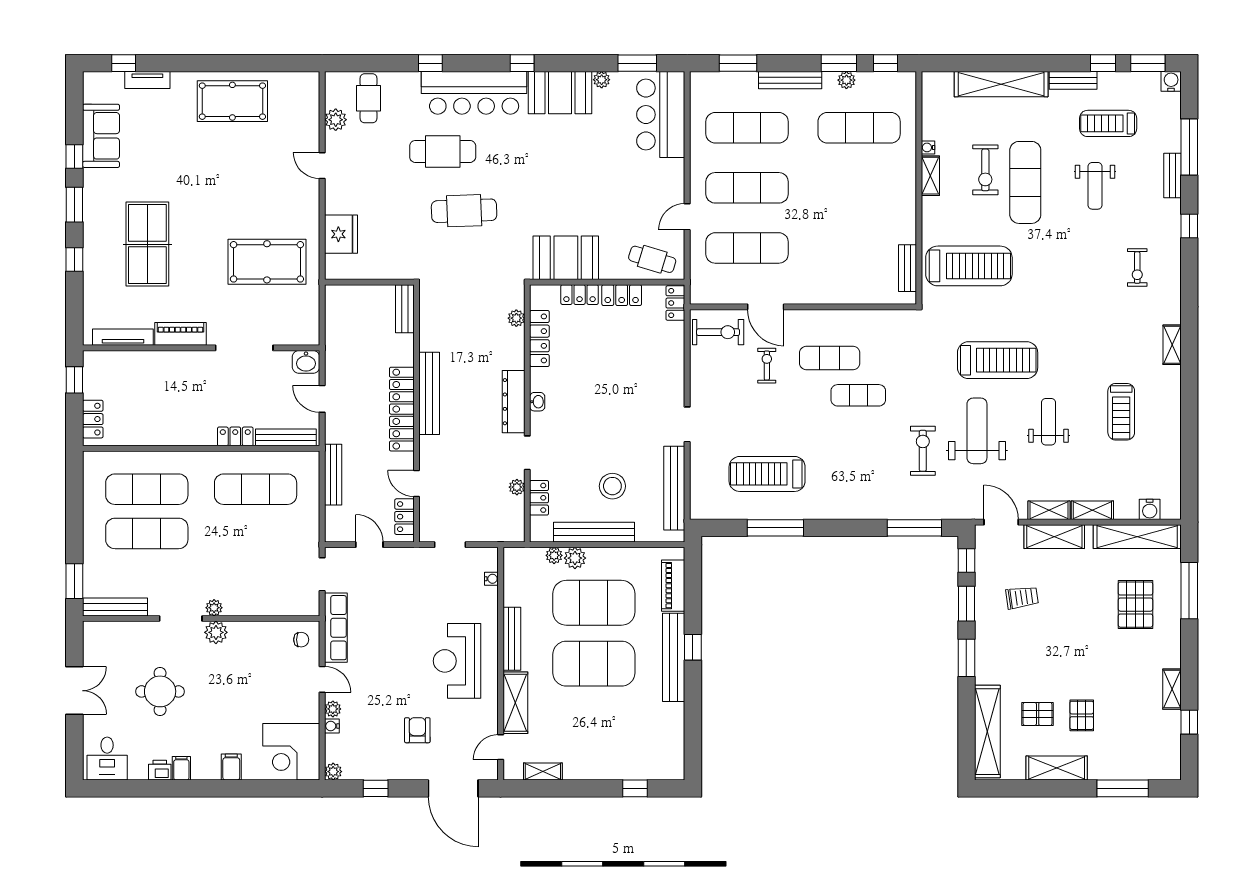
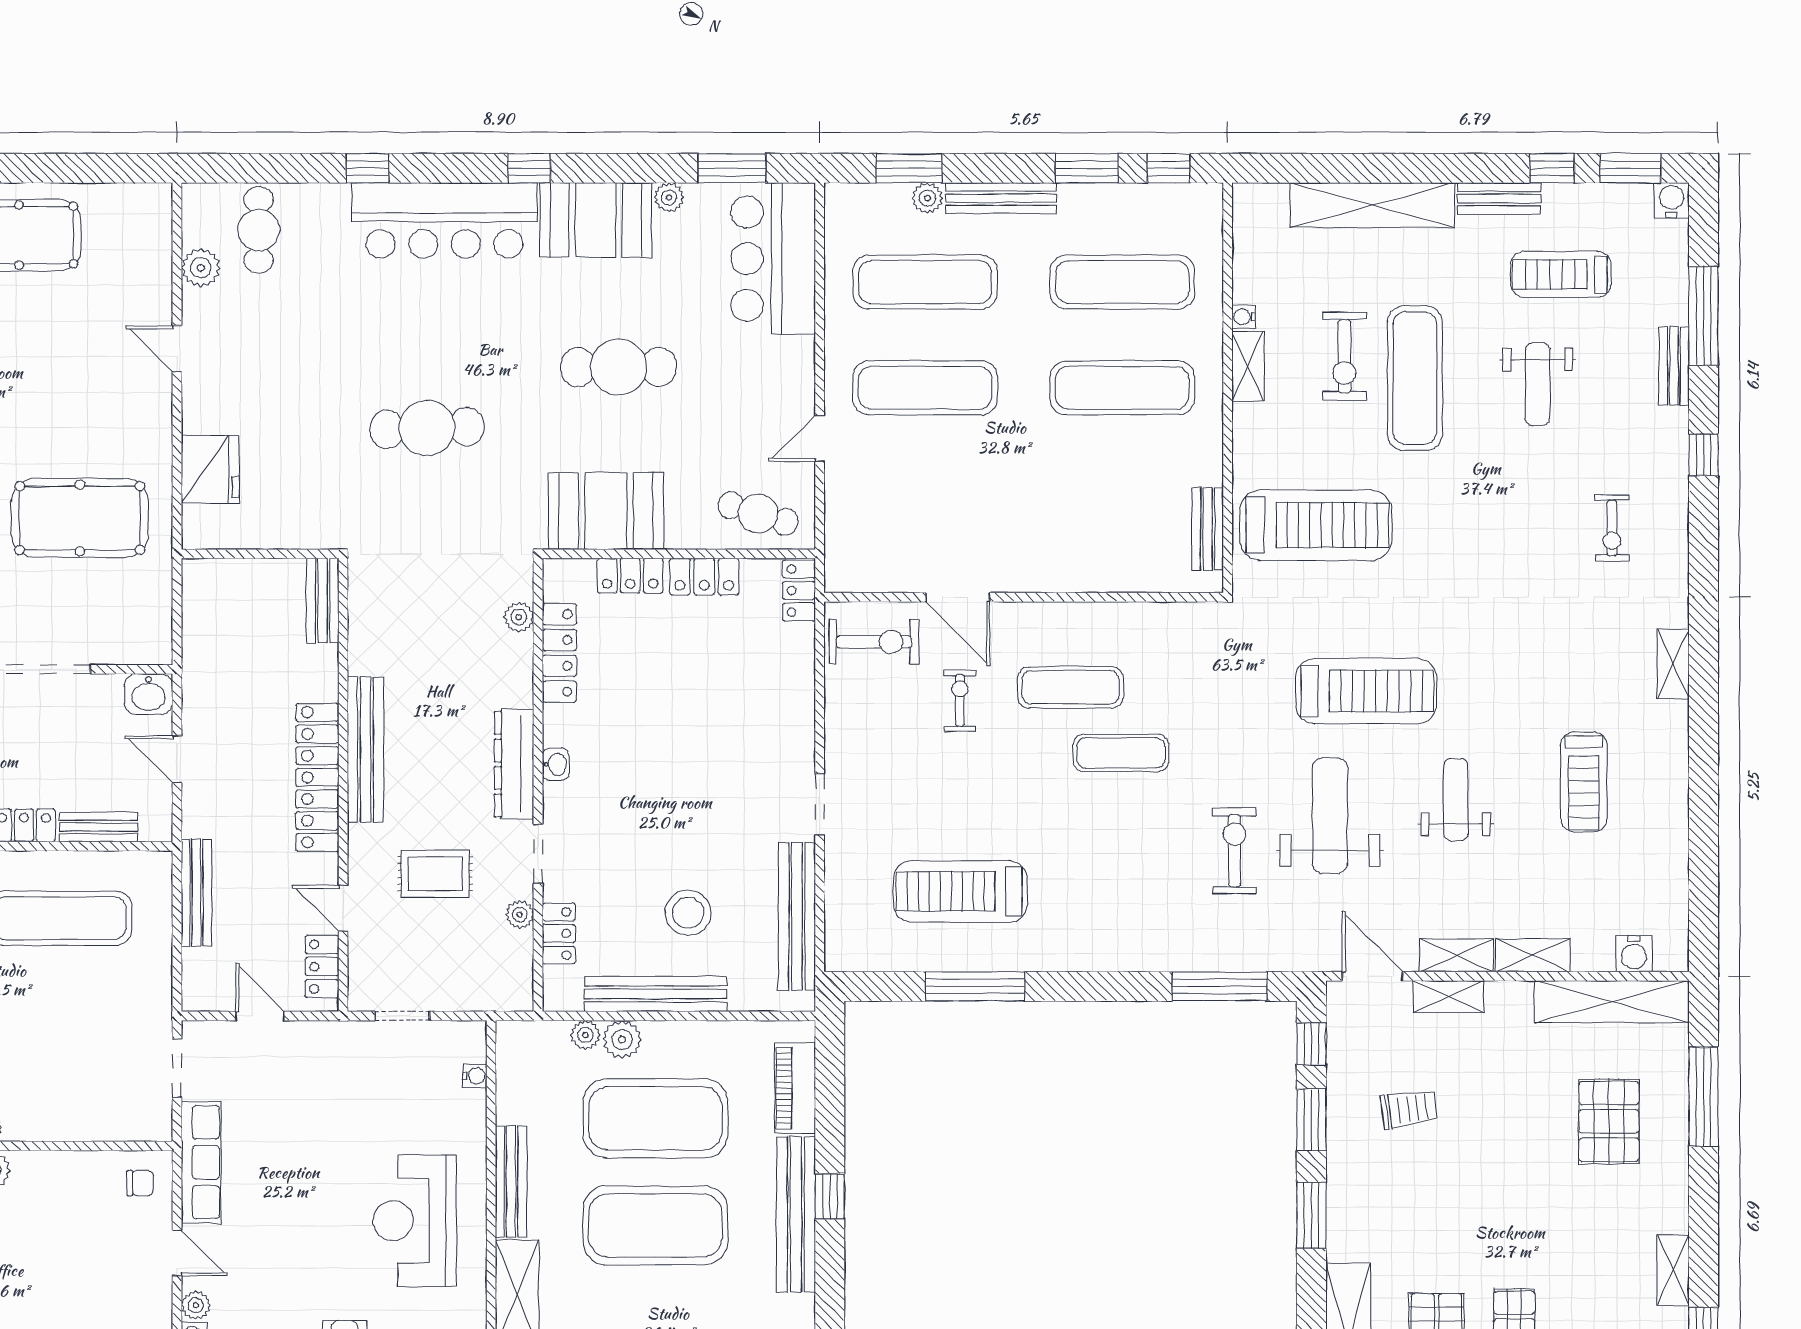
plant: (846, 80) -> (927, 198), moved
cafe table: (443, 151) -> (619, 367), moved
exercise mat: (747, 248) -> (1122, 388), moved
bench: (286, 437) -> (99, 827), width x0.73
rug: (469, 464) -> (435, 874), added
shelving: (1054, 537) -> (1448, 997), width x0.67, depth x0.75

